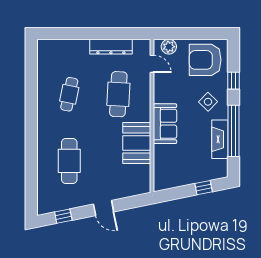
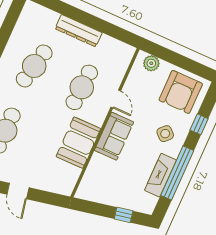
dresser: (111, 47) -> (79, 31), moved
armchair: (205, 60) -> (181, 92), turned -90
door: (152, 64) -> (116, 99), moved
cafe table: (69, 94) -> (34, 66), width x1.37, depth x1.35

